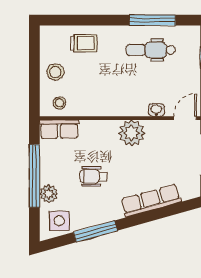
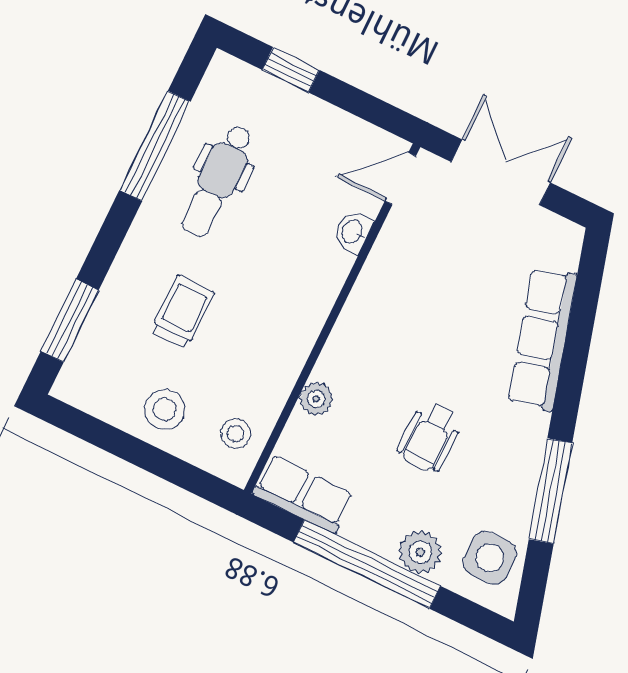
window: (71, 20) -> (70, 321), added
trolley: (84, 43) -> (182, 312), moved
door: (185, 118) -> (400, 178), hinge flipped
row of seats: (59, 129) -> (303, 494), moved, turned -90
plant: (132, 133) -> (316, 399), moved, width x0.53, depth x0.53

